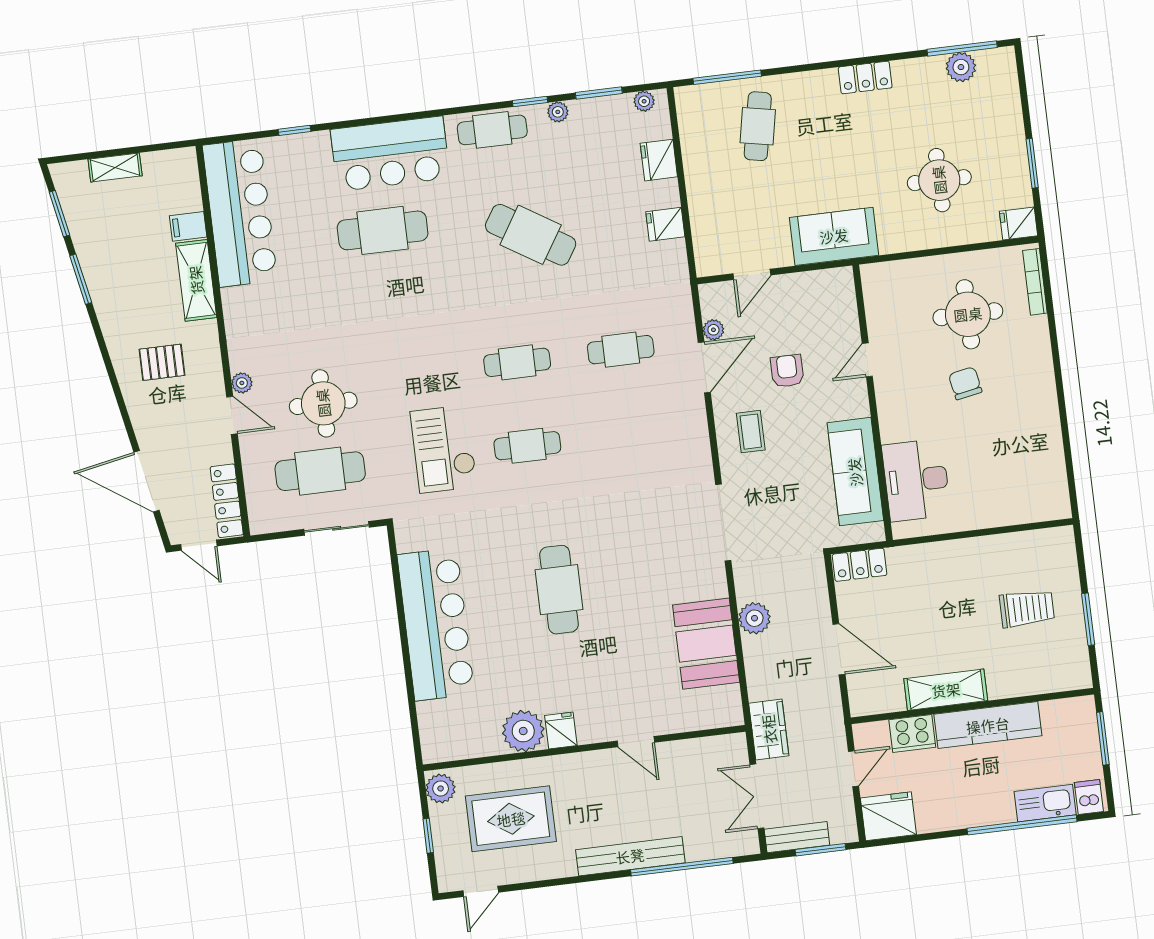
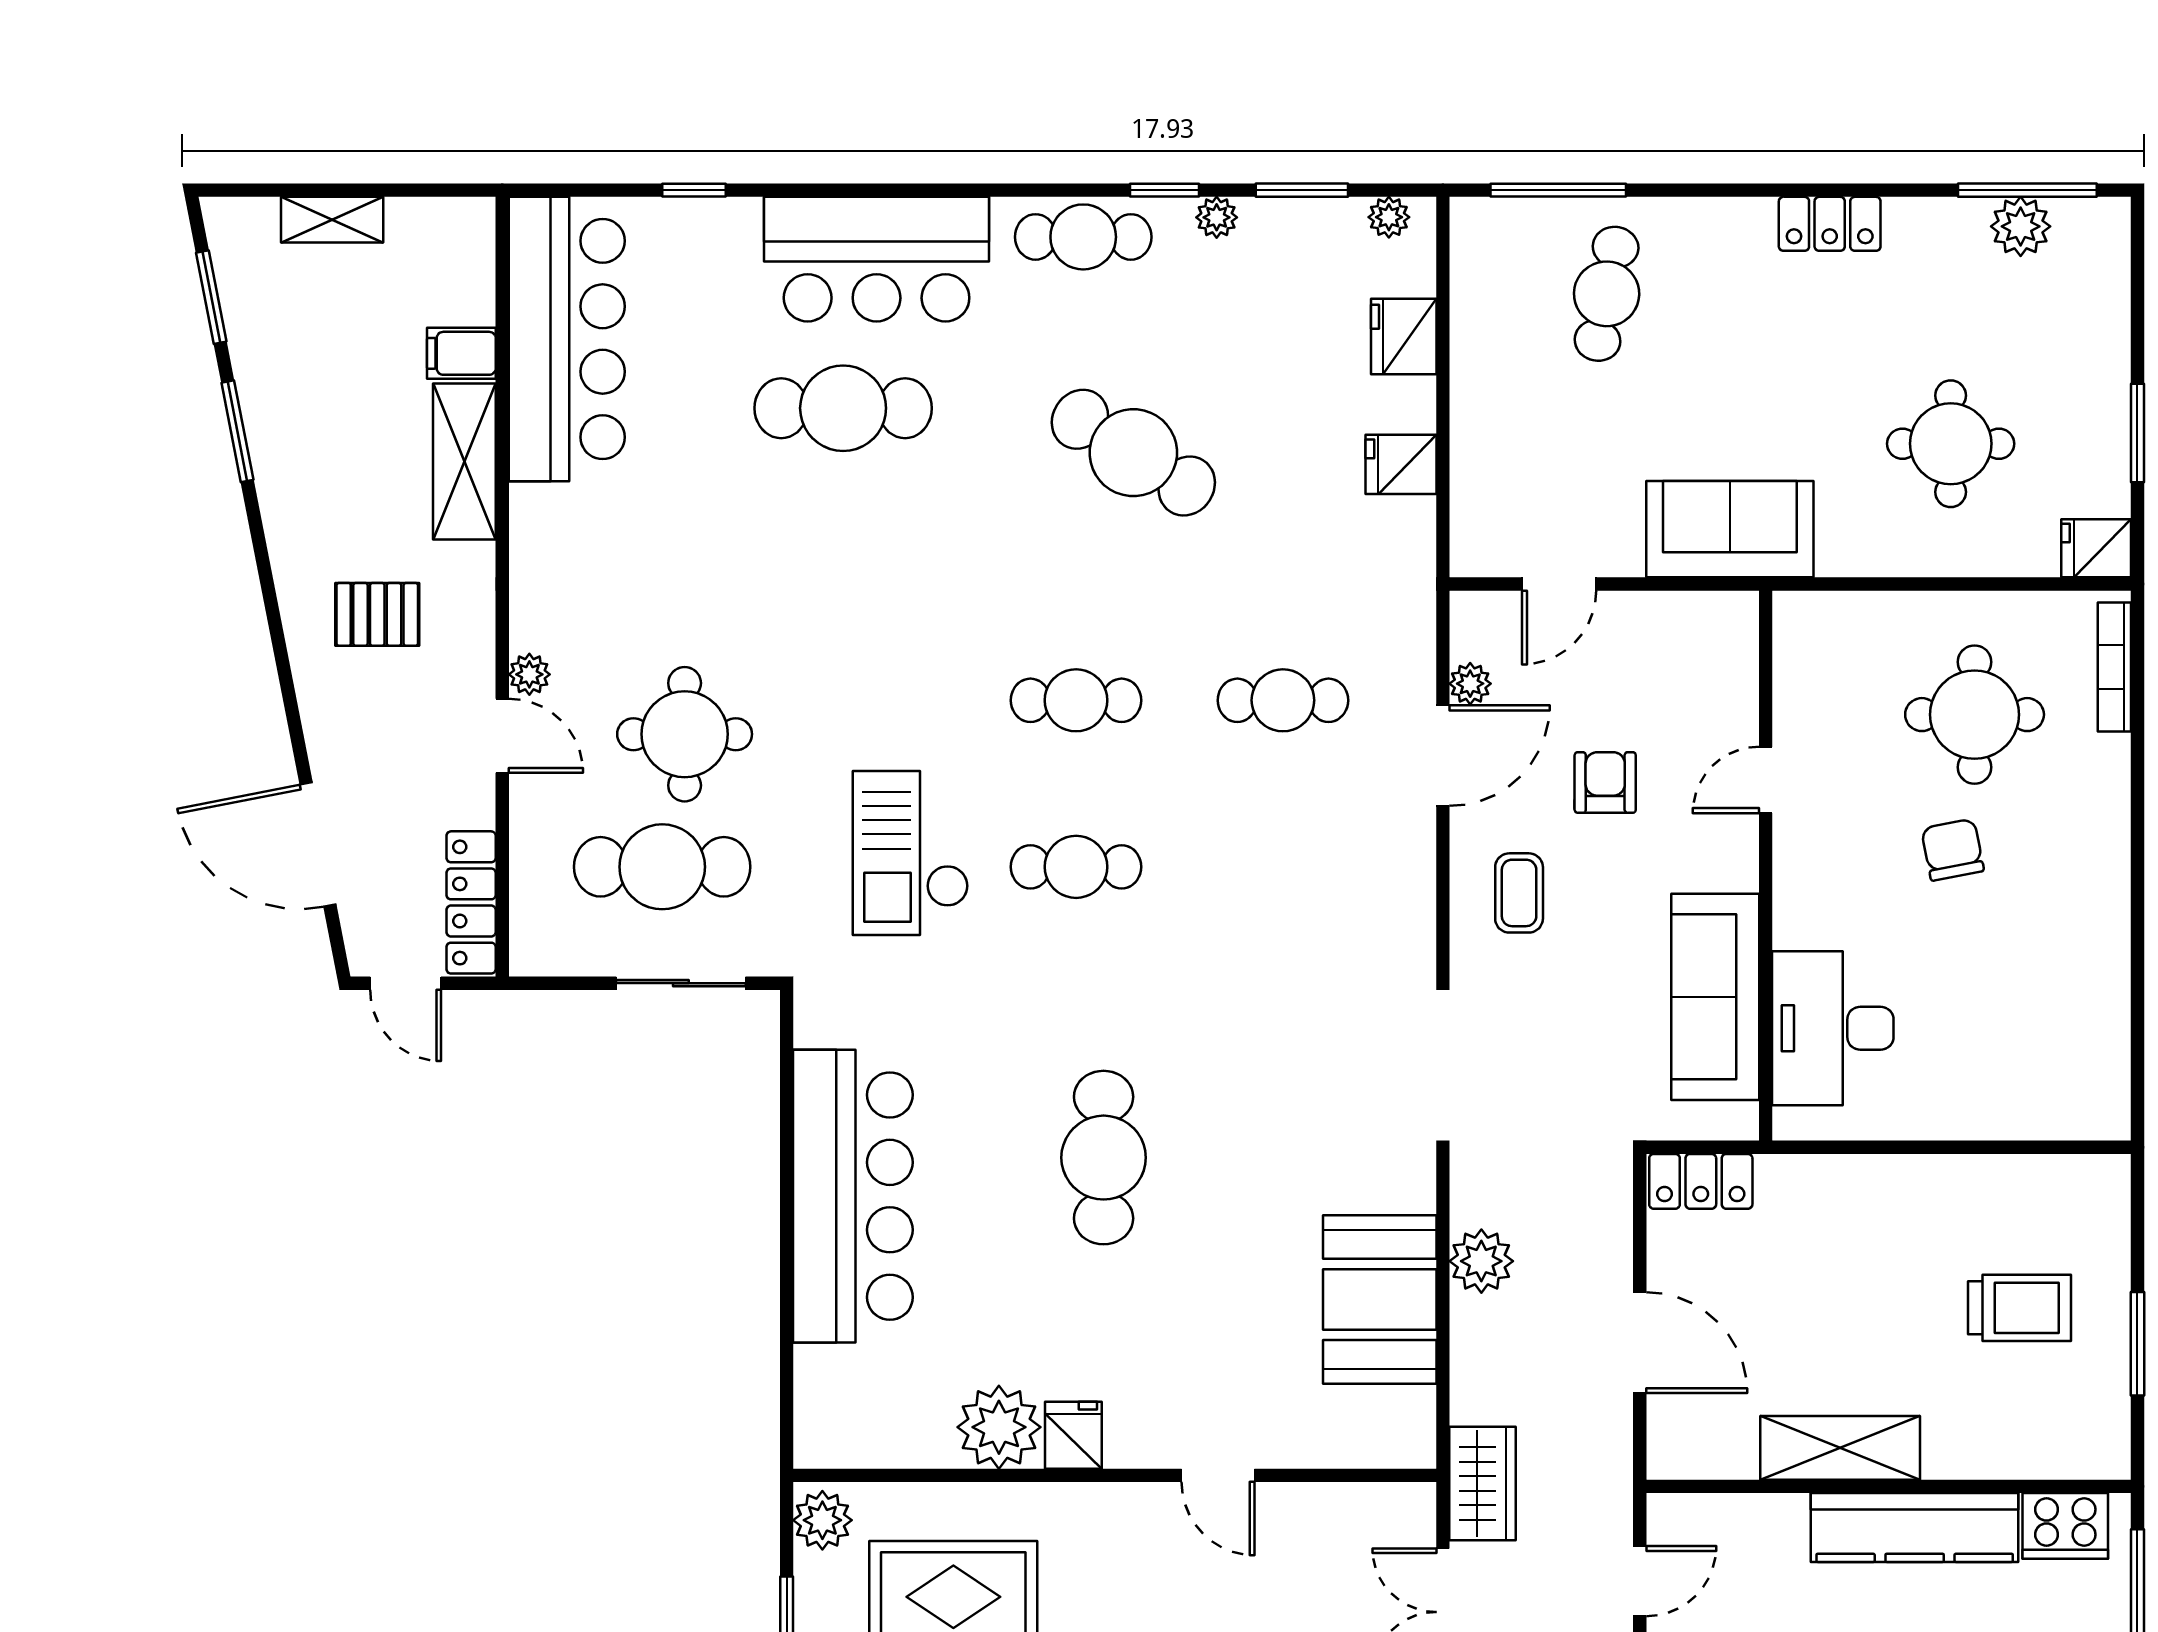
cooker: (912, 733) -> (2065, 1526), moved

